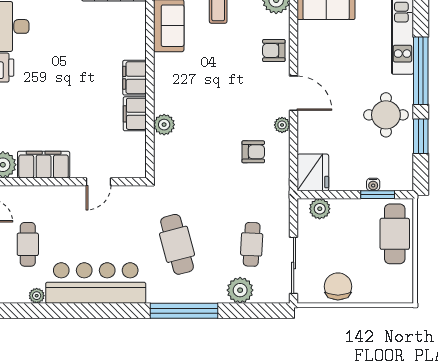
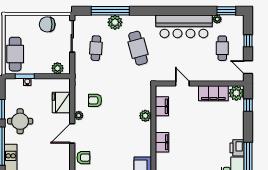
door: (294, 93) -> (72, 133), hinge flipped
filing cabinet: (135, 114) -> (162, 106), moved
fridge: (313, 172) -> (61, 102), moved
door: (99, 182) -> (182, 83), hinge flipped
chair: (338, 286) -> (47, 24), turned 90
plant: (240, 290) -> (115, 22), moved
window: (21, 311) -> (226, 11), added
window: (184, 311) -> (110, 11), moved

